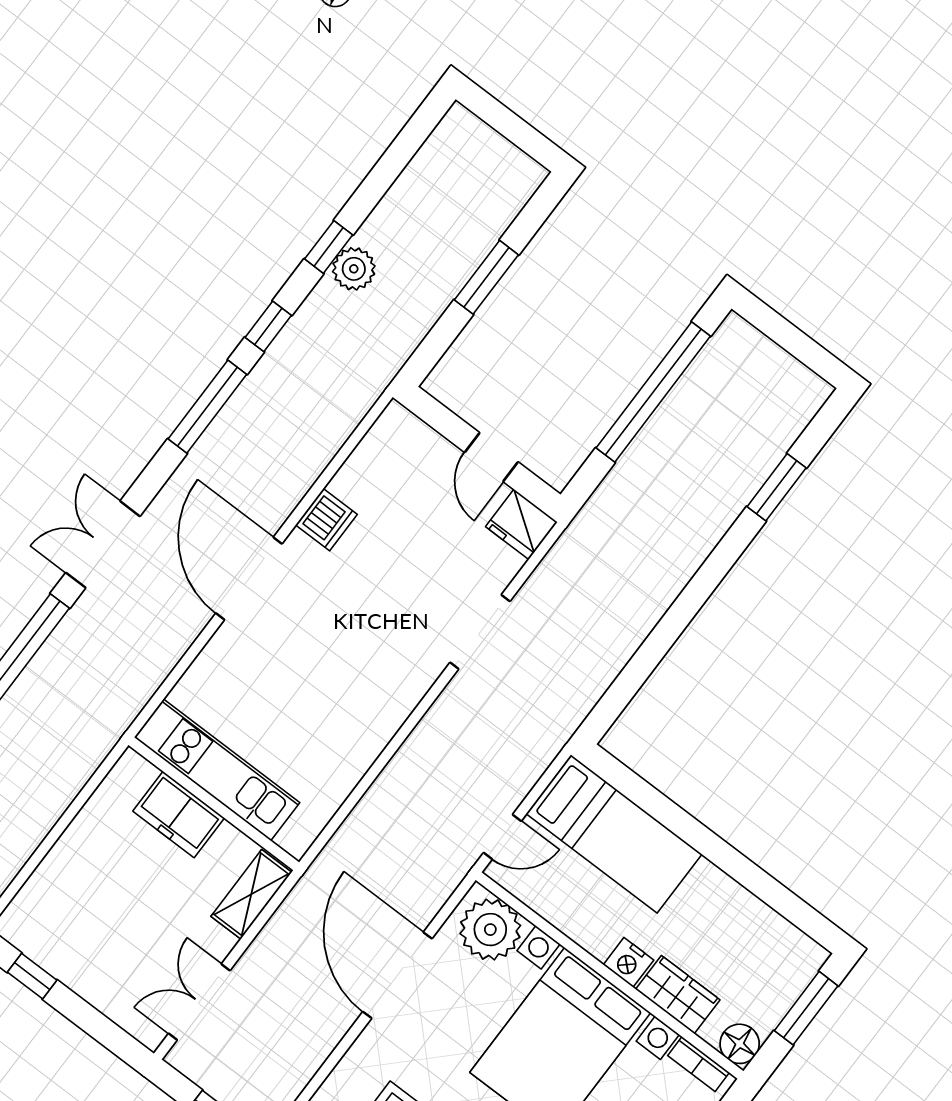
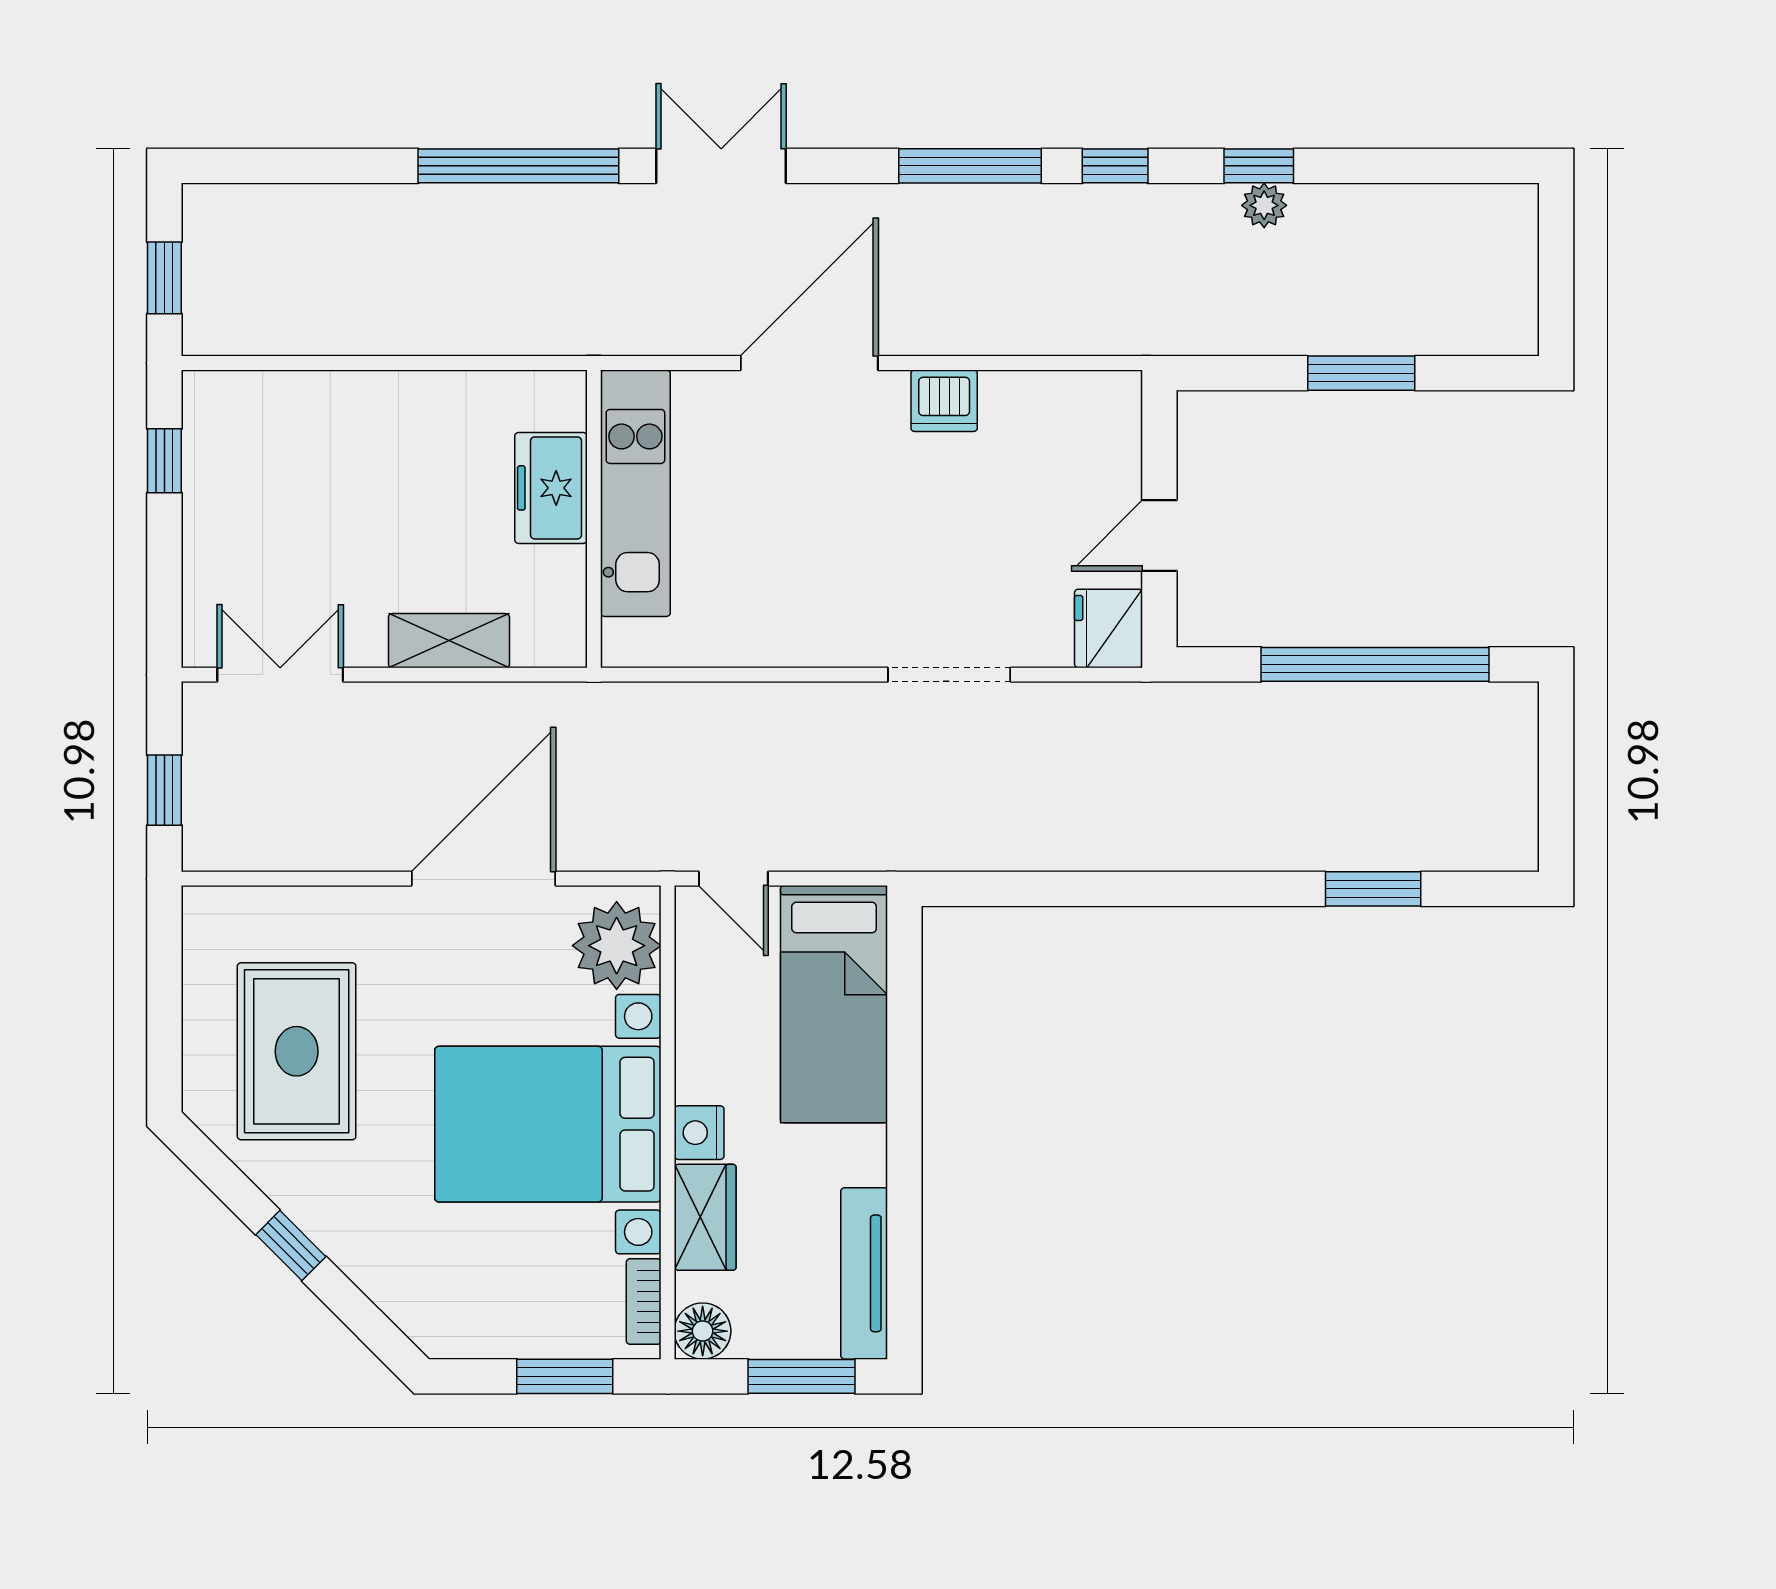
plant: (354, 269) -> (1264, 205), width x0.73, depth x0.73
kitchen unit: (217, 770) -> (635, 493), moved
wall: (214, 804) -> (594, 519), moved
freezer: (179, 814) -> (551, 488), moved
tv unit: (776, 930) -> (864, 1273), added

